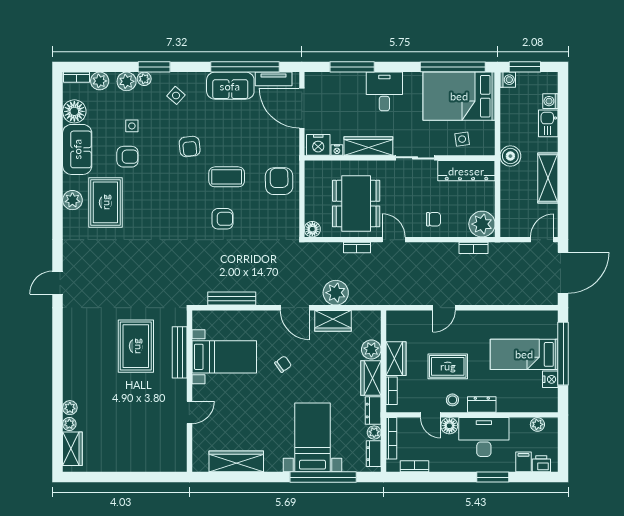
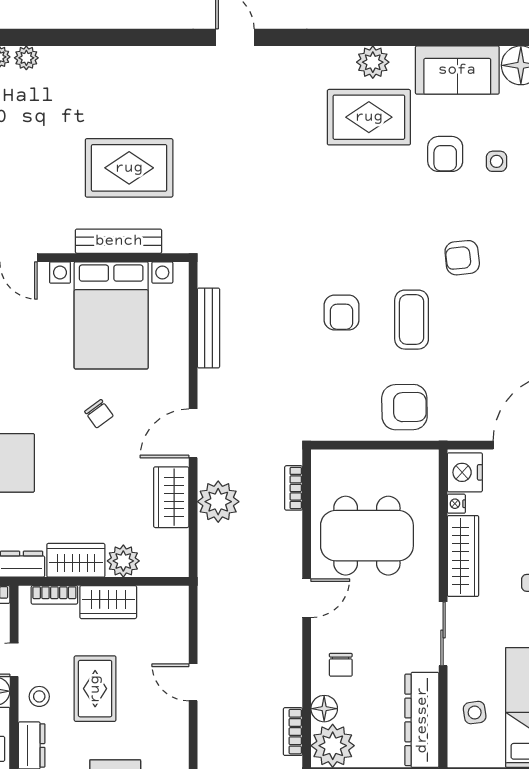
floor lamp: (312, 229) -> (324, 709), moved
bookcase: (357, 248) -> (294, 488), moved
bed with nightstands: (224, 357) -> (111, 315), width x1.36

